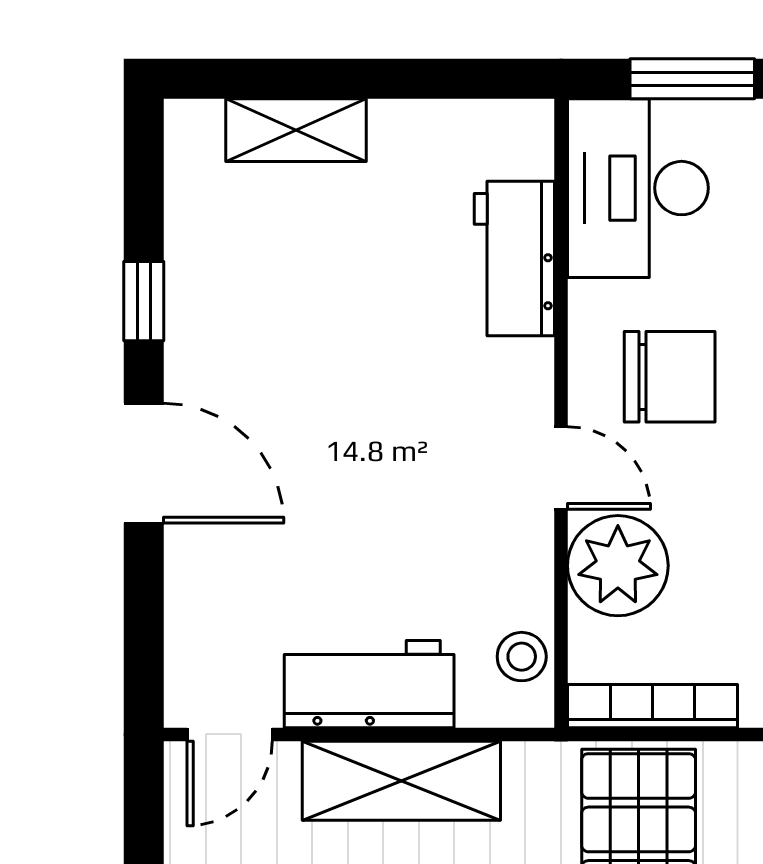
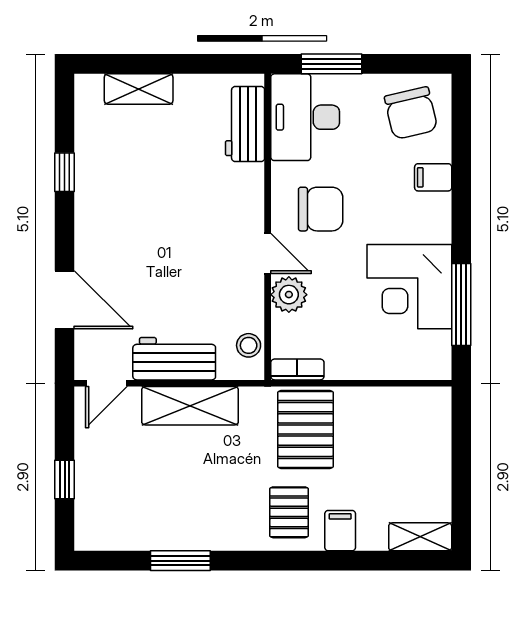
workbench: (514, 258) -> (245, 124), moved
door: (144, 463) -> (65, 300), moved
plant: (618, 566) -> (289, 295), width x0.73, depth x0.73
bookcase: (652, 706) -> (297, 369), width x0.64

